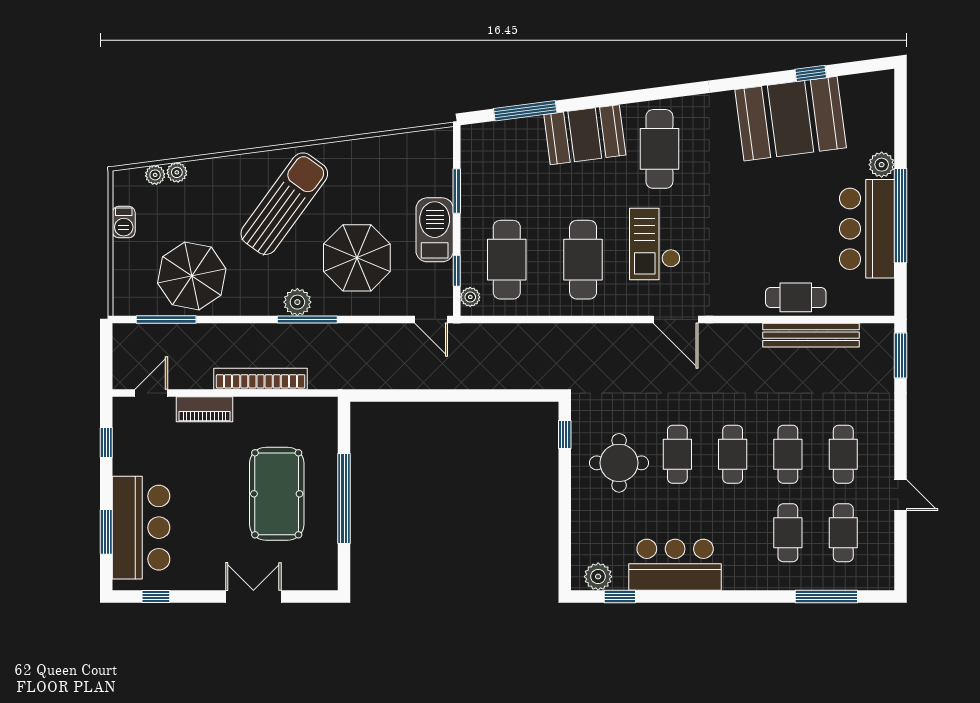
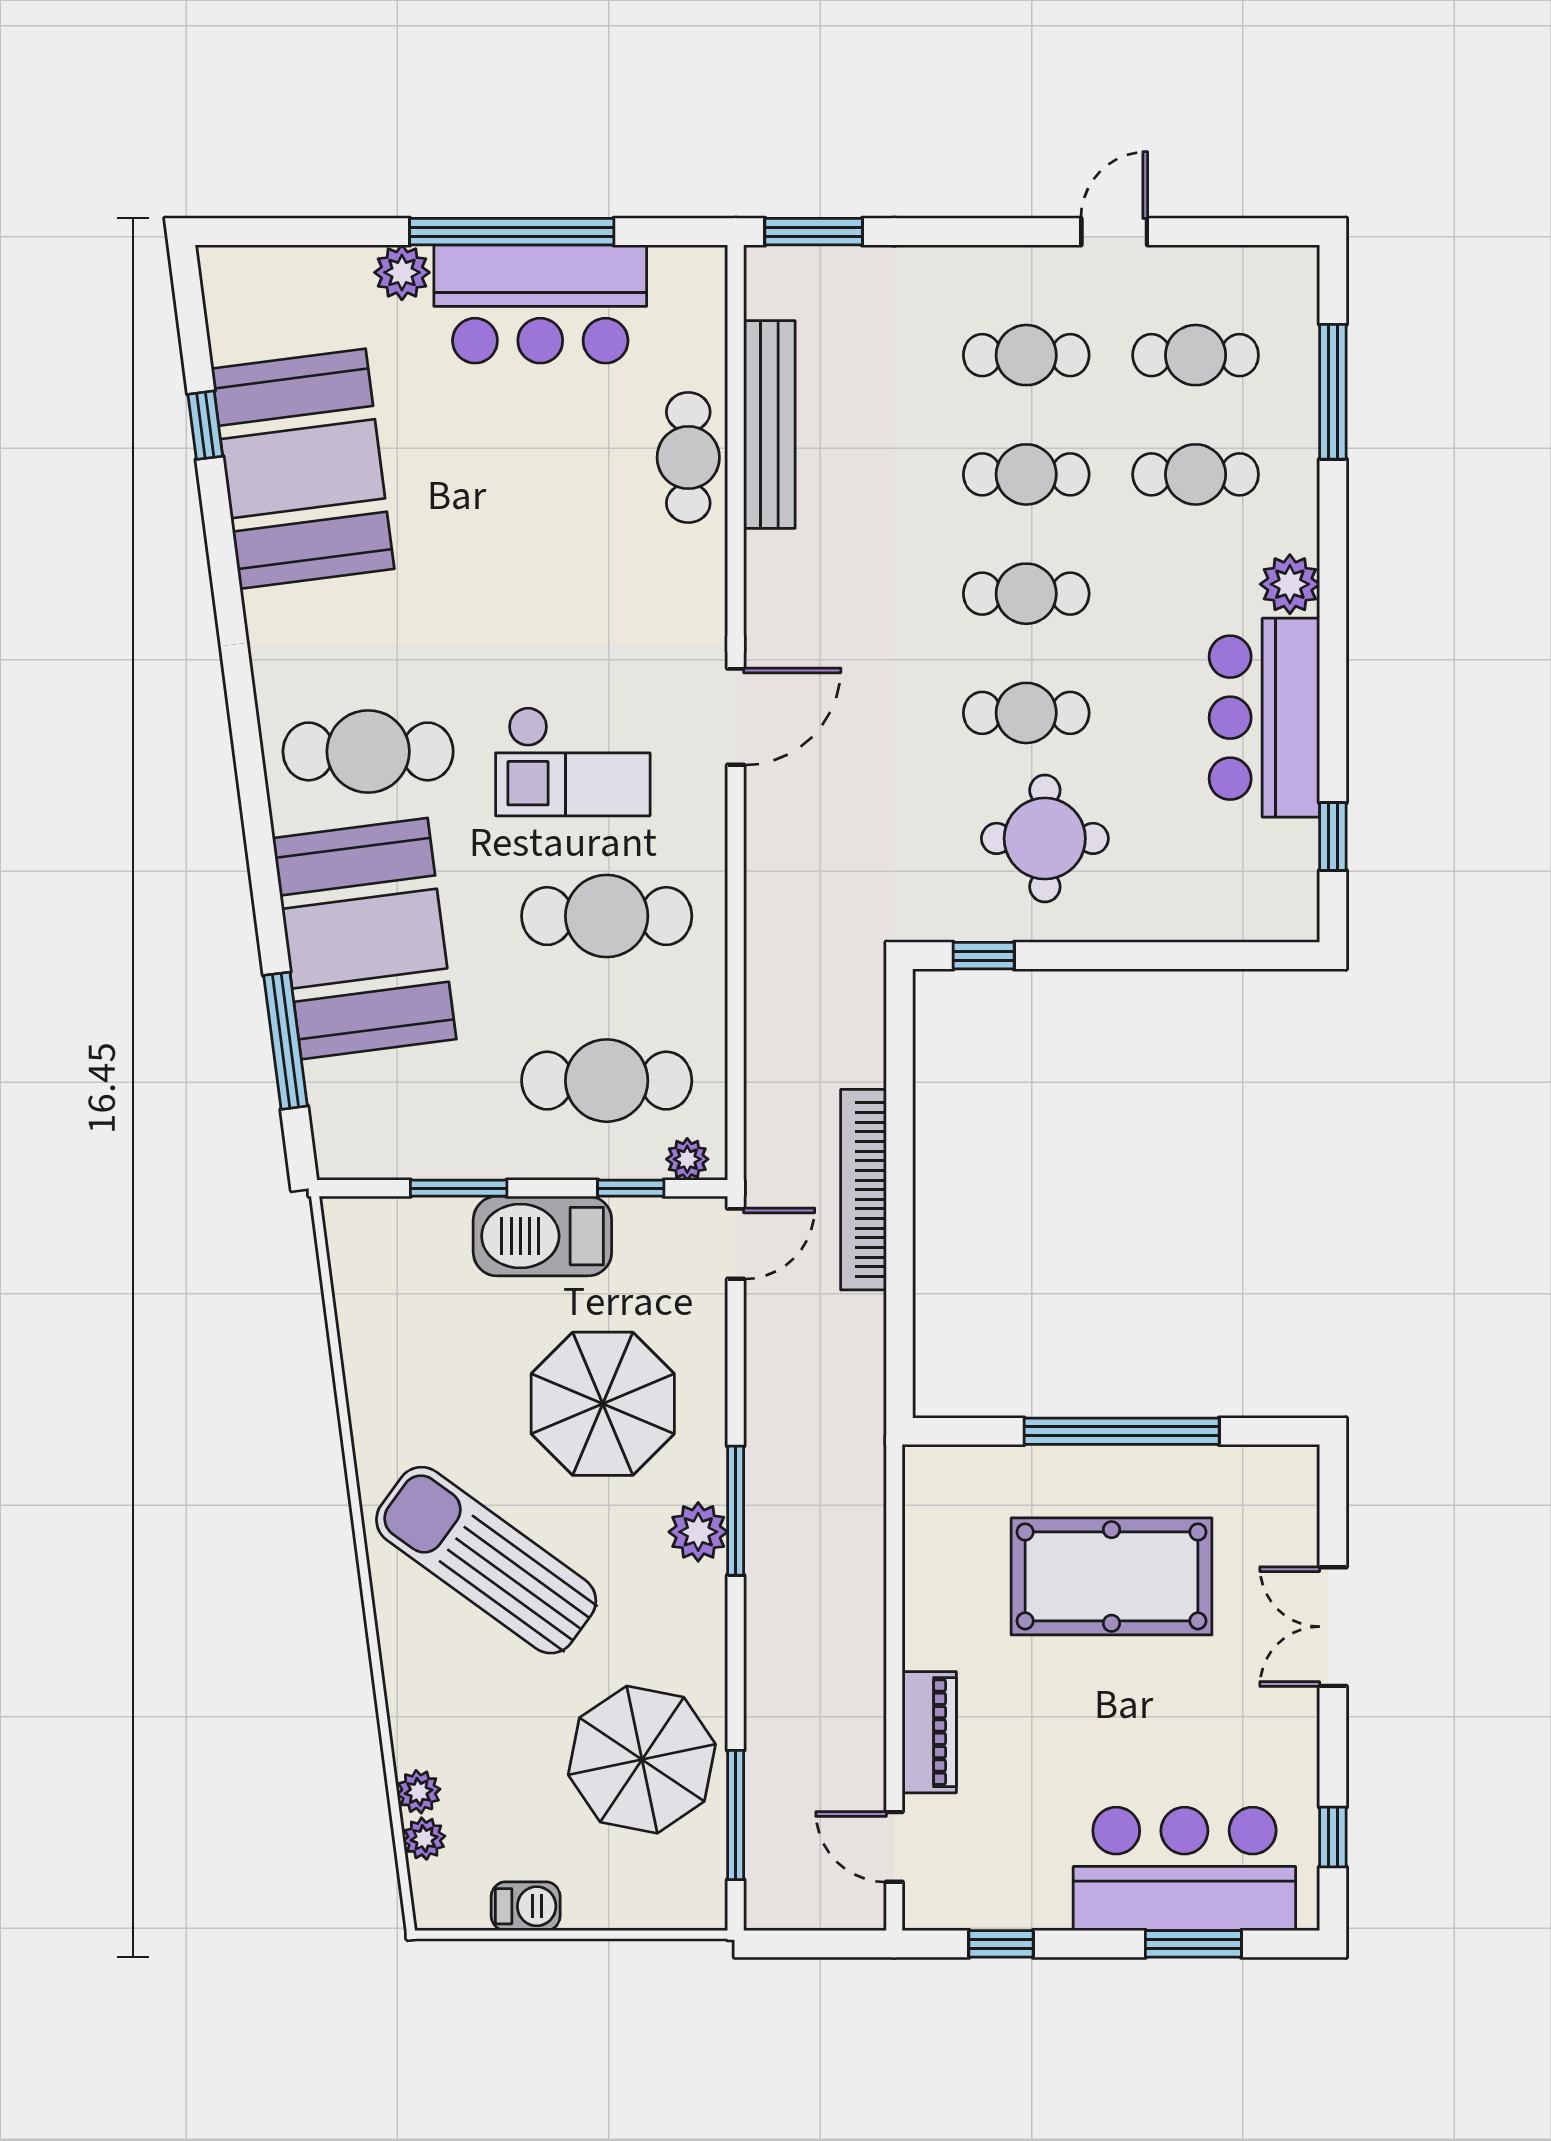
booth: (585, 135) -> (364, 939), width x1.36, depth x1.42
bookcase: (261, 379) -> (864, 1190), moved
plant: (598, 577) -> (1290, 584), moved

